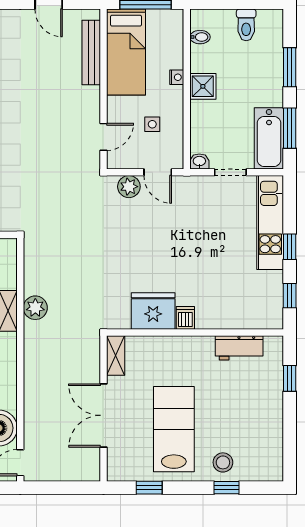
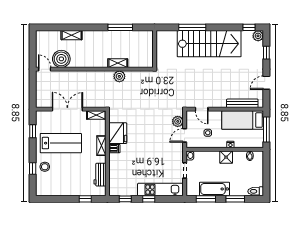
toilet: (246, 25) -> (256, 191), moved
bathtub: (269, 138) -> (214, 189), moved
shelving: (179, 345) -> (101, 146), added

